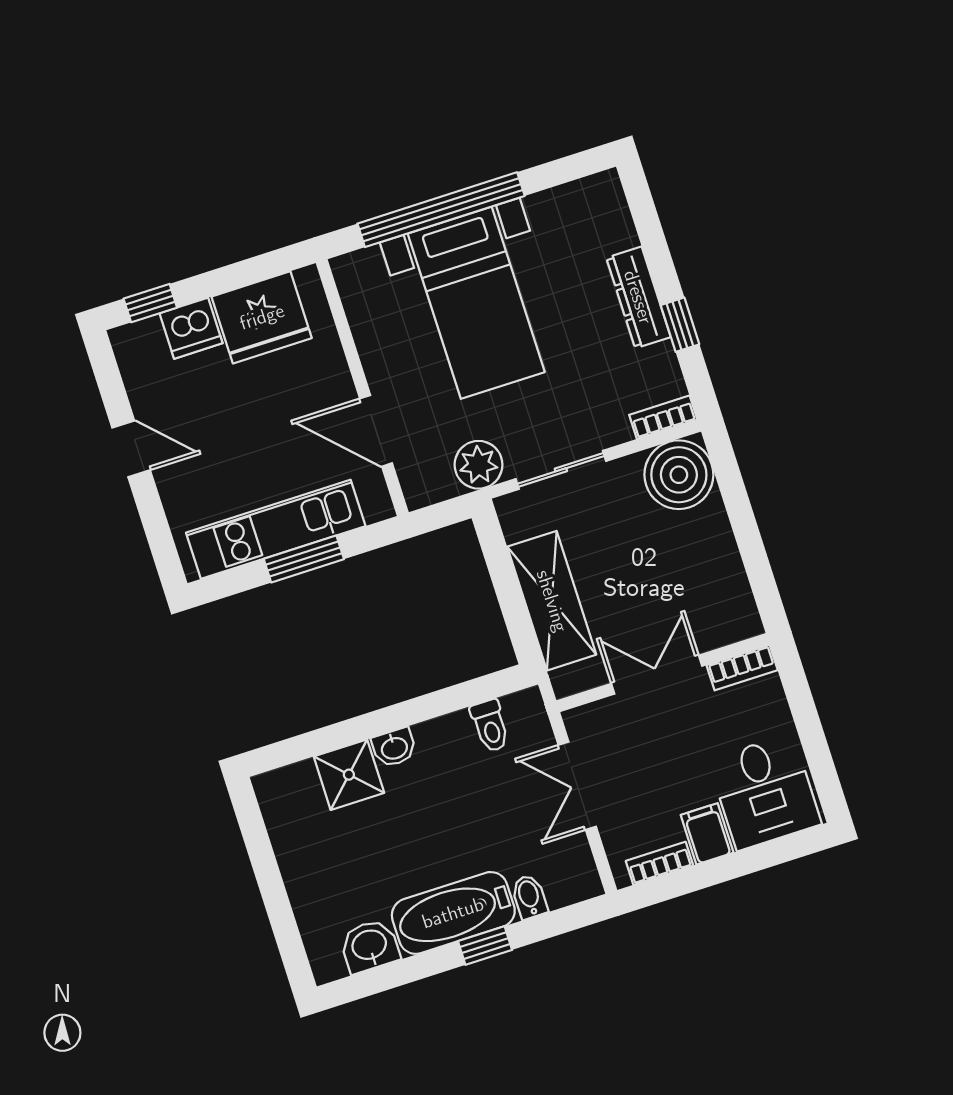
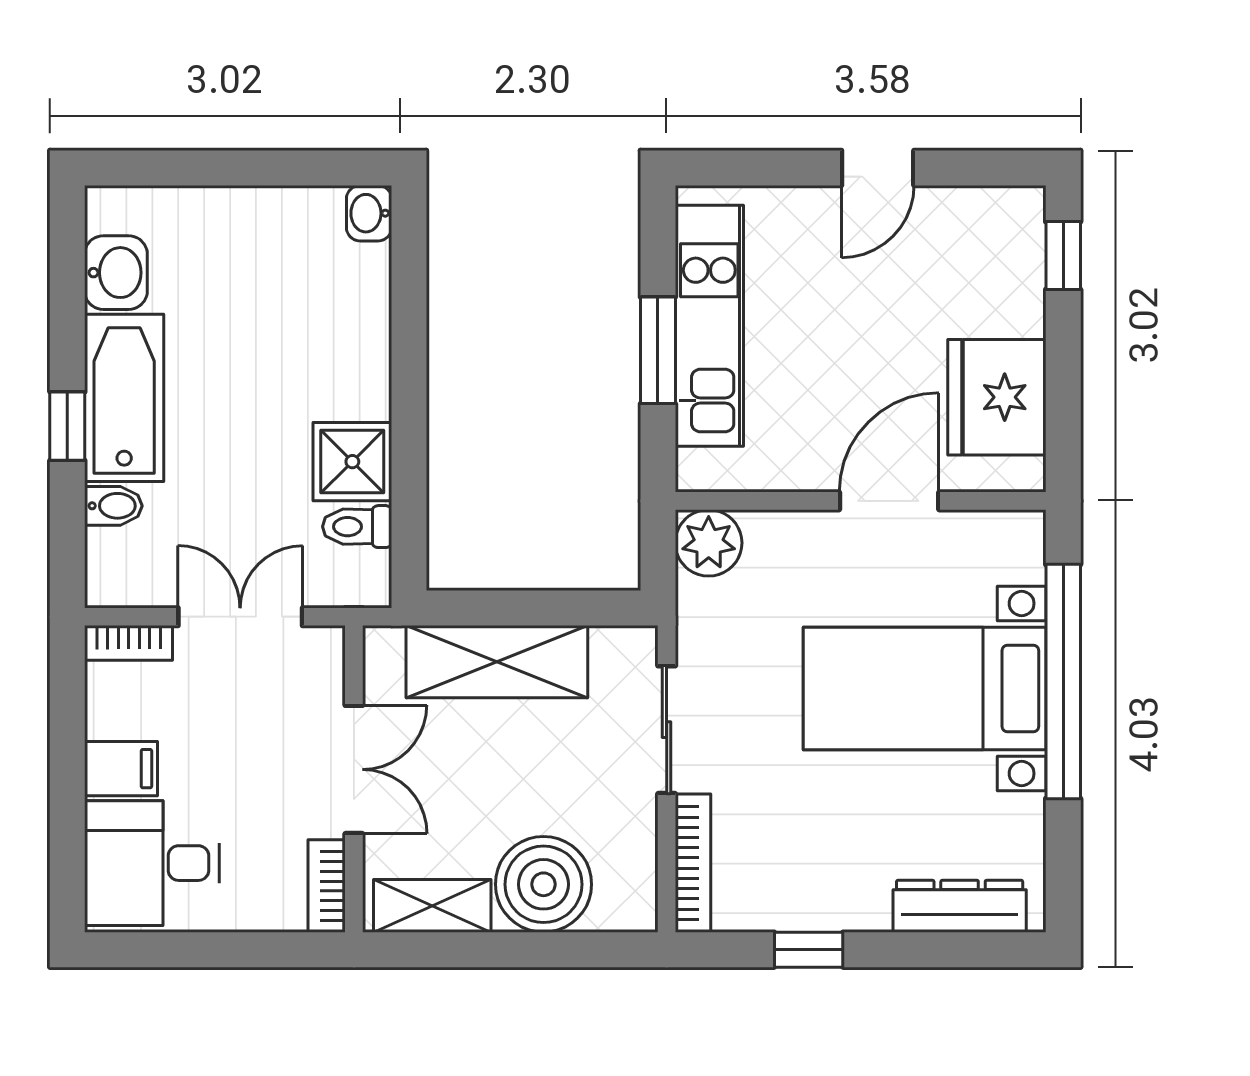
dresser: (638, 297) -> (960, 906), moved
dishwasher: (191, 328) -> (1012, 299), removed
bookcase: (663, 417) -> (693, 863), width x1.56
door: (376, 431) -> (889, 501), moved
plant: (478, 465) -> (709, 543), moved
boiler: (679, 475) -> (543, 884), moved
shelving: (733, 591) -> (432, 906), added
washbasin: (394, 748) -> (369, 213), moved
shower: (349, 775) -> (352, 462), moved
bookcase: (659, 863) -> (129, 643), moved, turned 90

